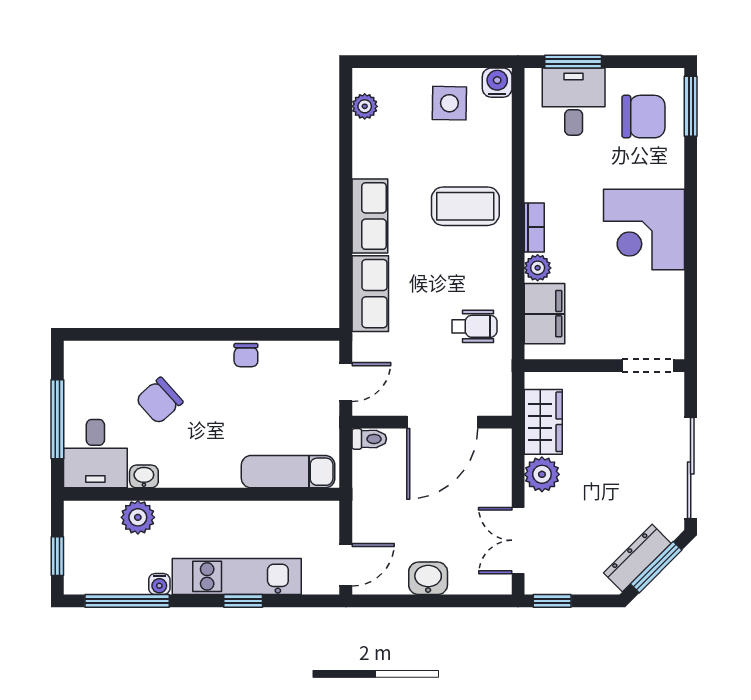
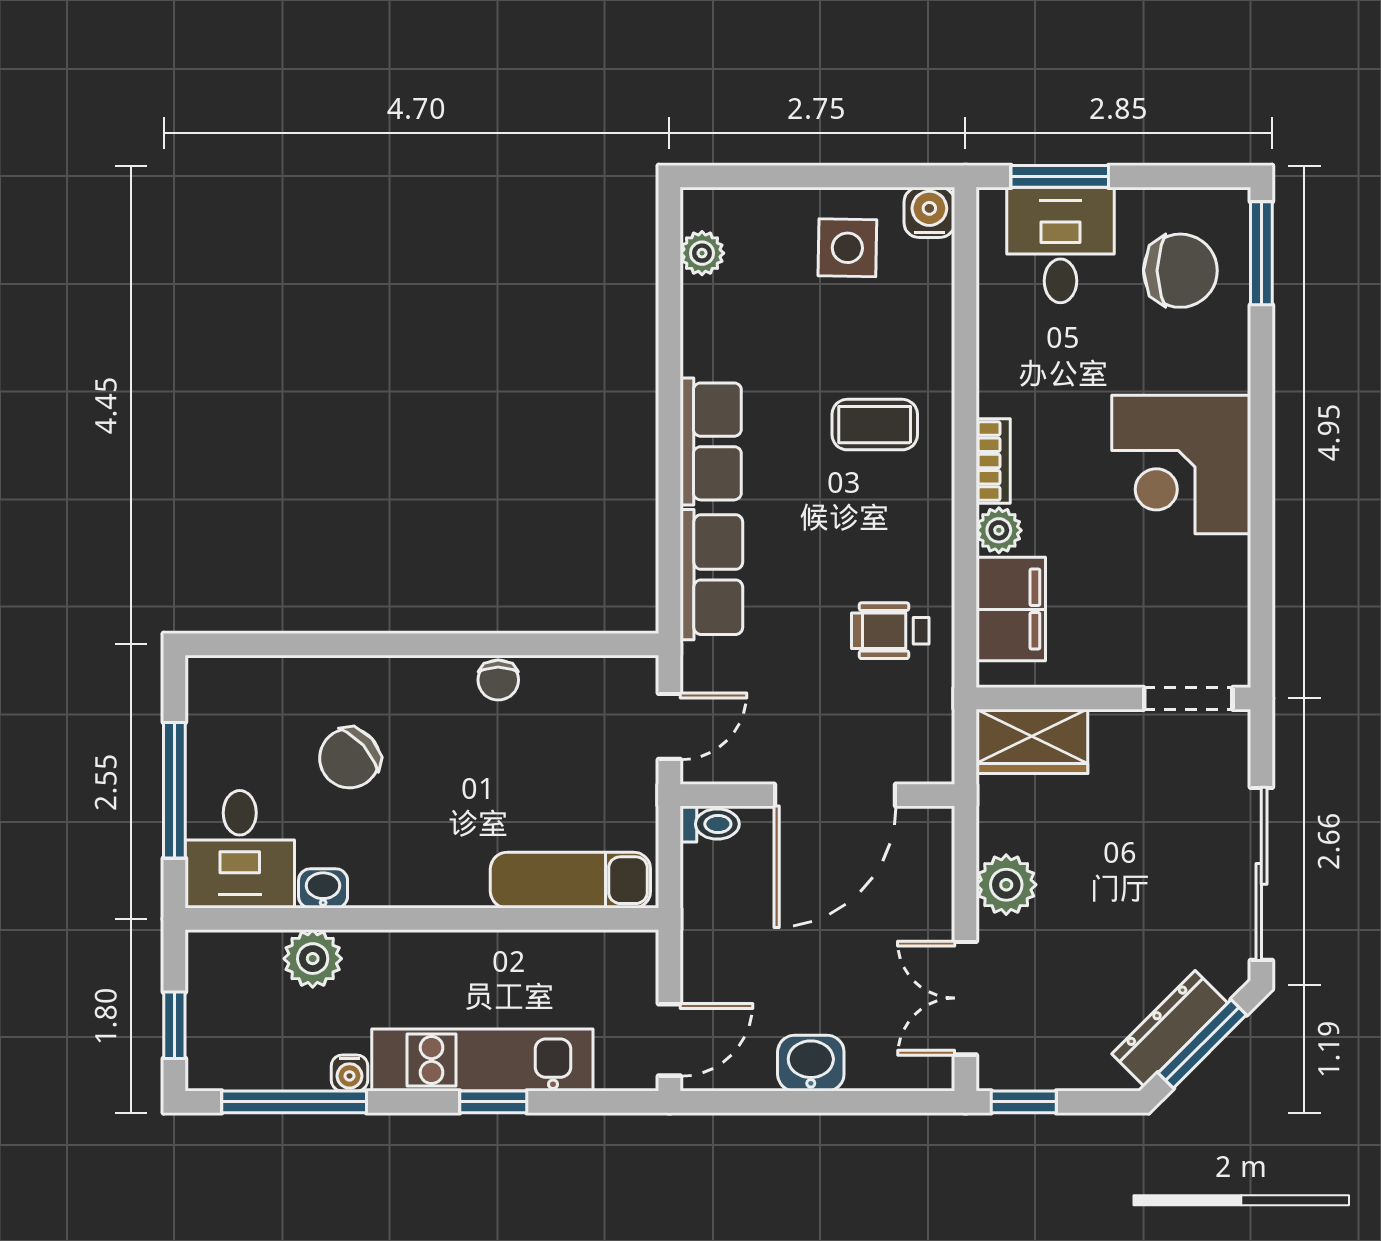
coffee table: (465, 206) -> (875, 425), width x0.73, depth x0.77
wheelchair: (474, 326) -> (890, 631), turned 180
wardrobe: (543, 422) -> (1032, 741), moved, turned 90

